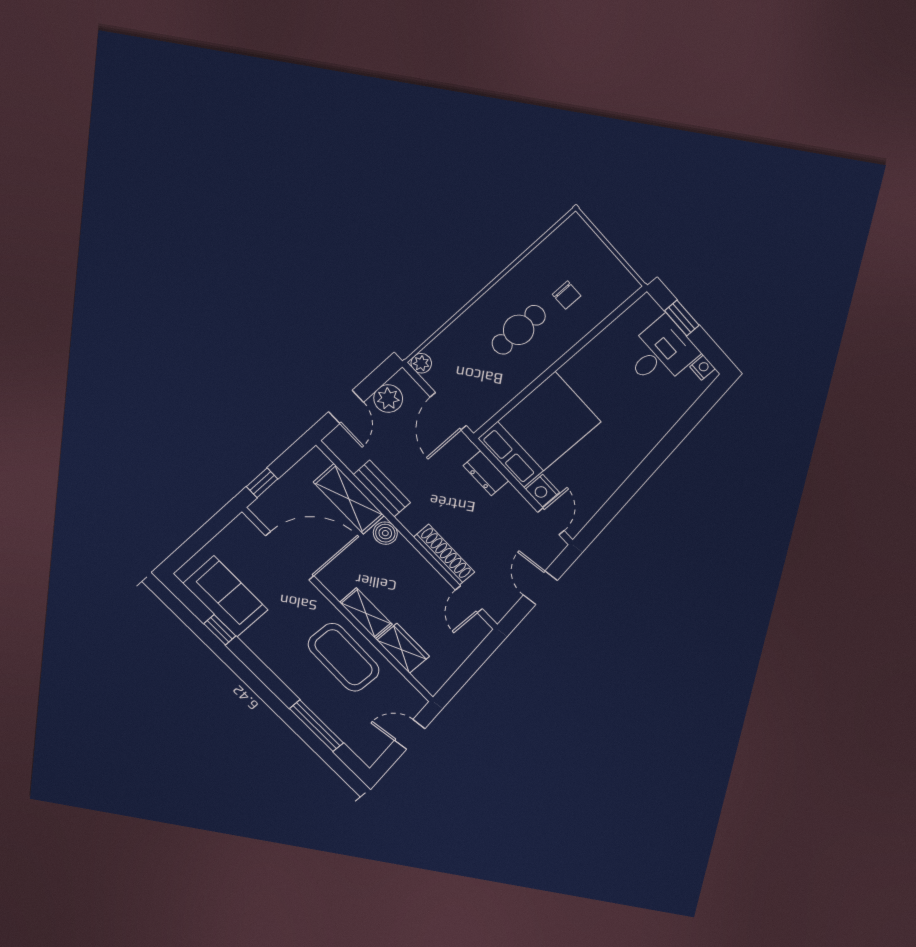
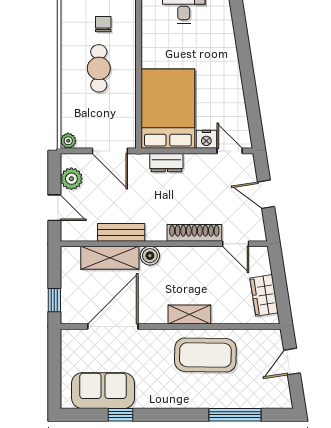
chair: (567, 295) -> (103, 24), turned -90
wardrobe: (403, 648) -> (264, 295), moved, turned -99

